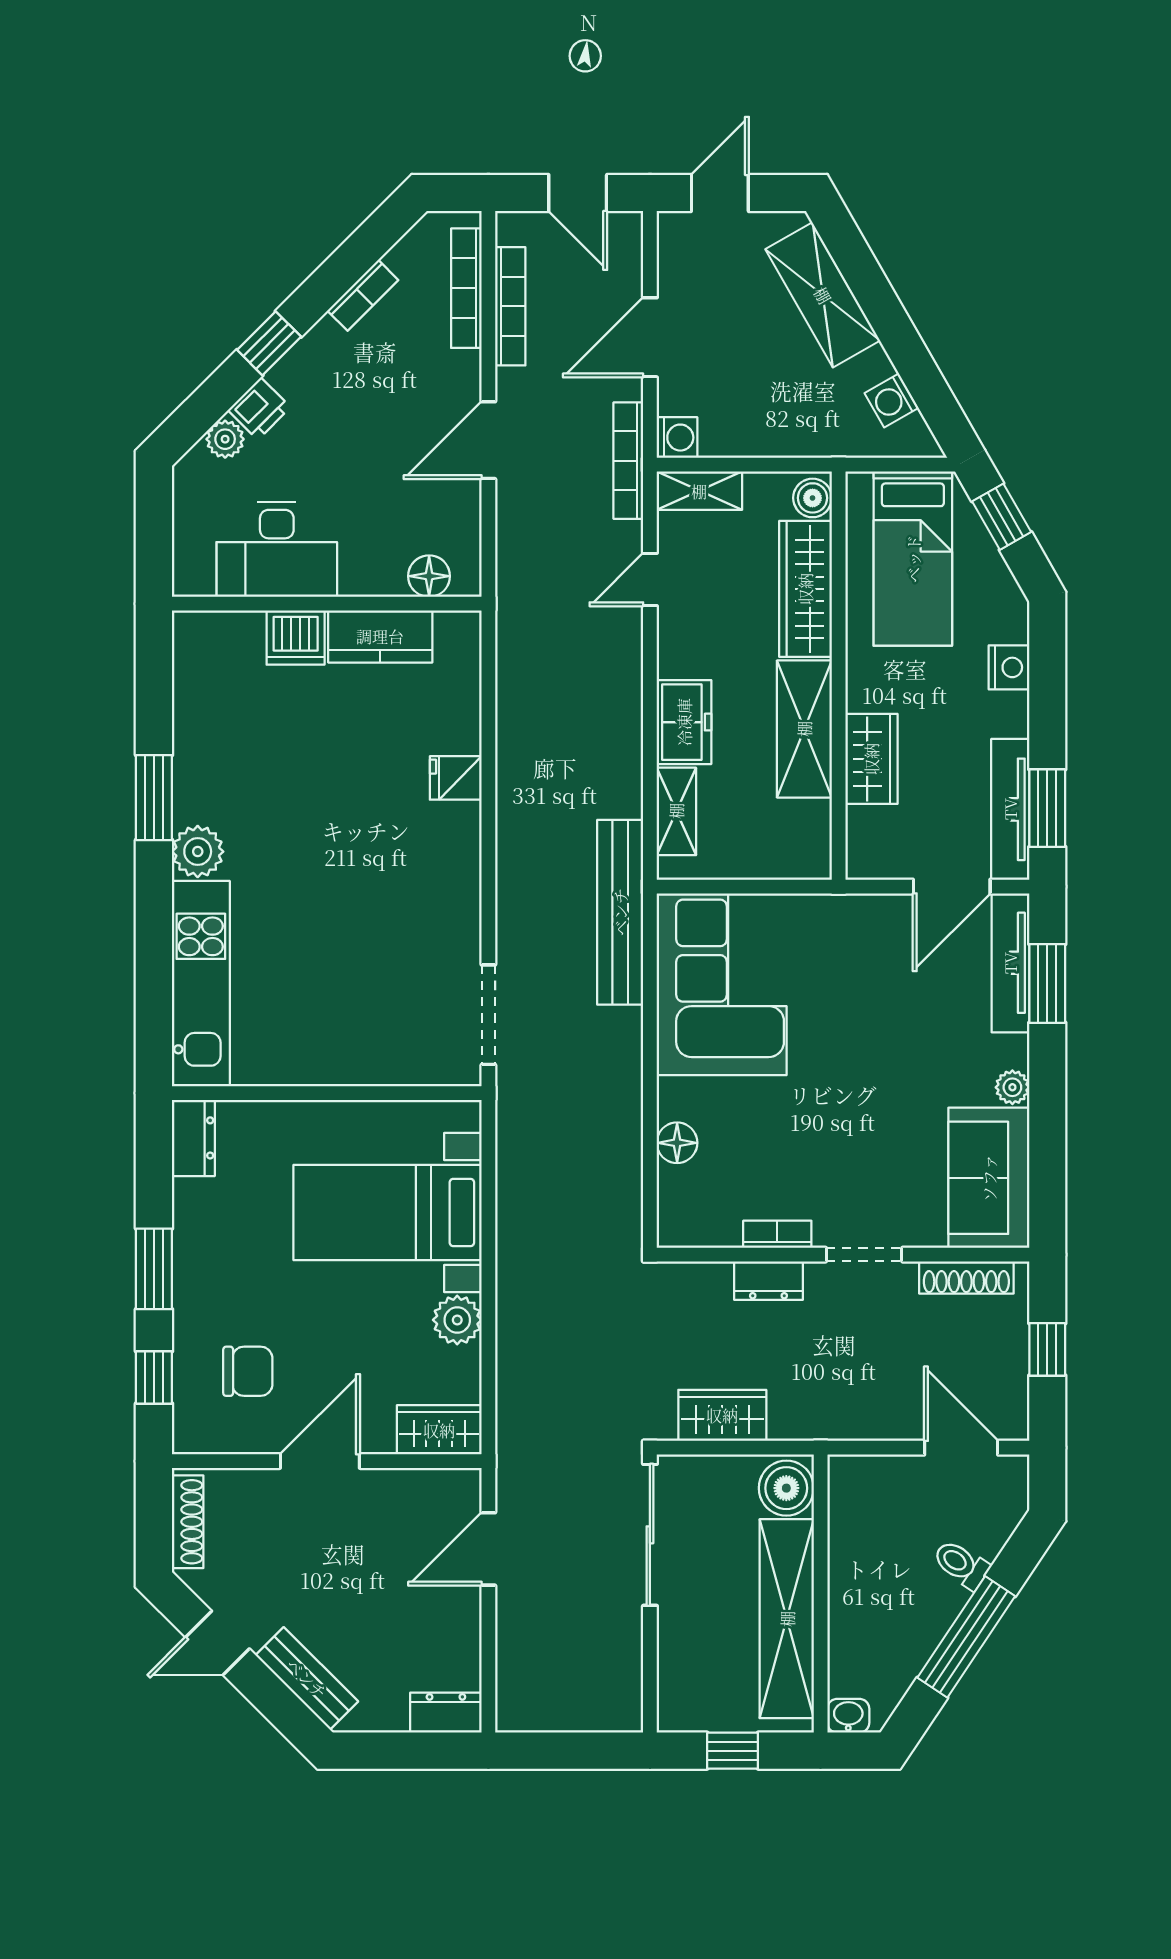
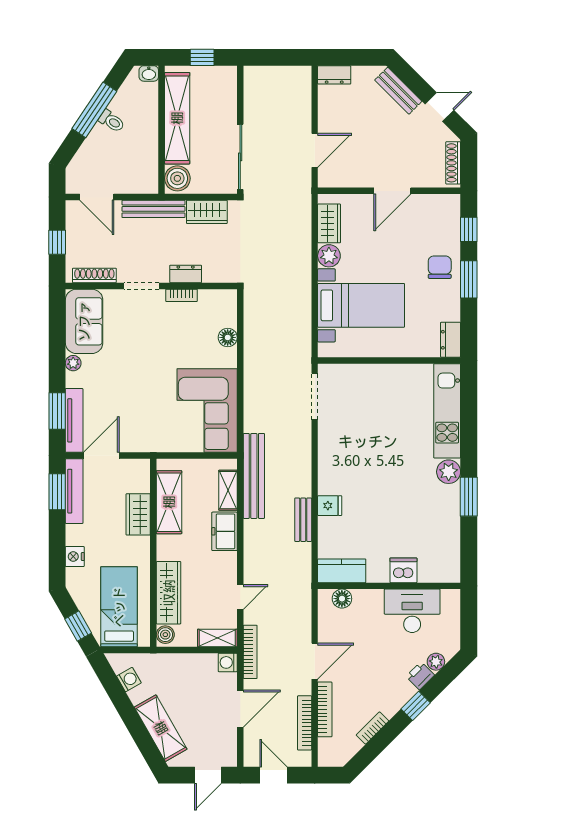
bookcase: (466, 288) -> (325, 709), moved
kitchen counter: (380, 636) -> (342, 571), moved
shelving: (804, 729) -> (169, 502), moved
bench: (513, 747) -> (303, 520), added
bench: (620, 912) -> (254, 476), moved
chair: (248, 1371) -> (440, 267), moved, turned 90
bench: (838, 1422) -> (153, 209), added
wardrobe: (439, 1430) -> (329, 223), moved, turned -90
toilet: (961, 1564) -> (112, 121), moved

